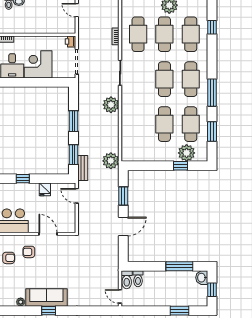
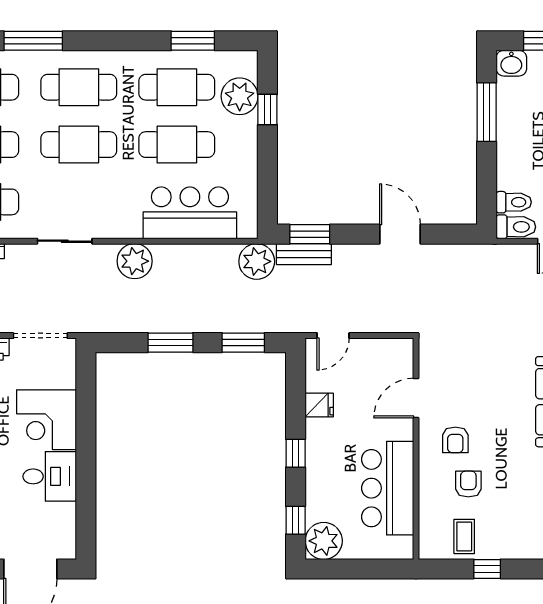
window: (212, 93) -> (33, 41), moved
bar counter: (133, 130) -> (190, 213), added
bench: (83, 168) -> (304, 254), moved
window: (123, 196) -> (310, 234), moved

